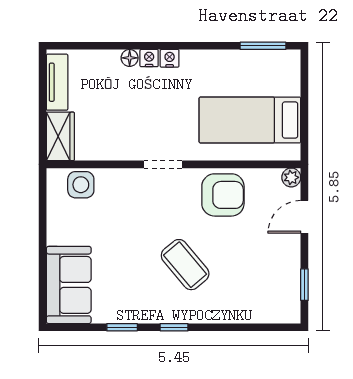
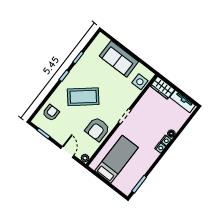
coffee table: (185, 265) -> (83, 97), width x1.36, depth x1.32
sofa: (69, 285) -> (119, 59), moved
armchair: (257, 300) -> (51, 113), added

